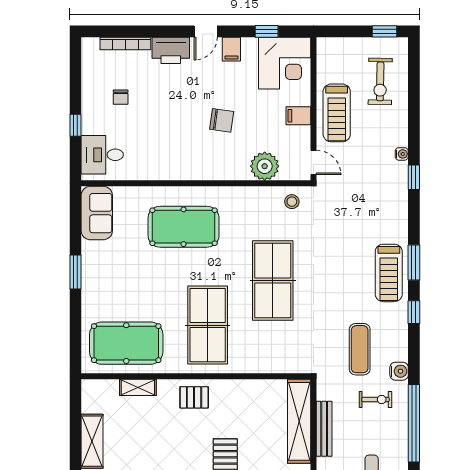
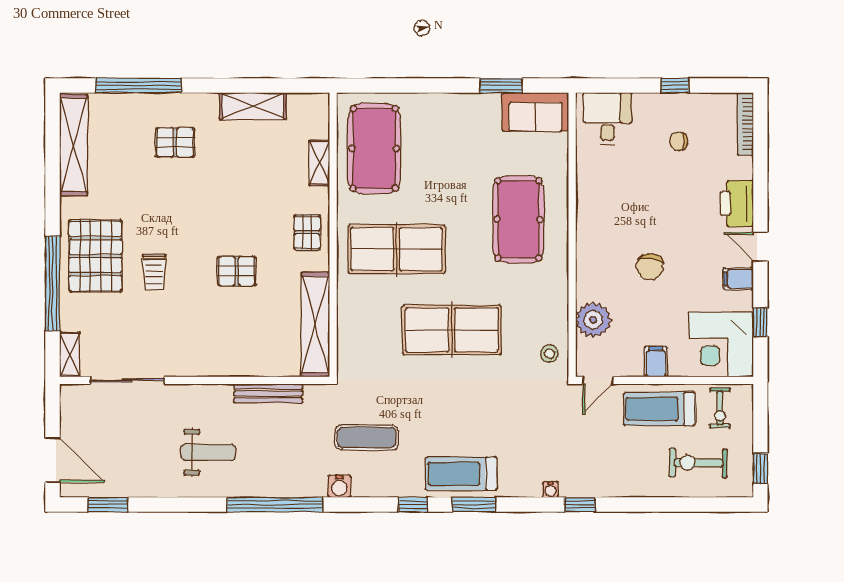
bookcase: (125, 44) -> (745, 124), moved
window: (75, 125) -> (675, 86), moved
water cooler: (402, 154) -> (550, 490), moved
window: (75, 272) -> (501, 86), moved
exercise bike: (376, 400) -> (720, 408), moved
shelving: (299, 421) -> (315, 325), moved, turned 90

